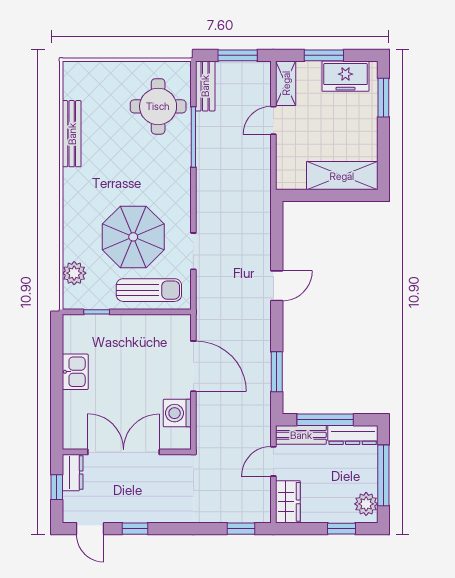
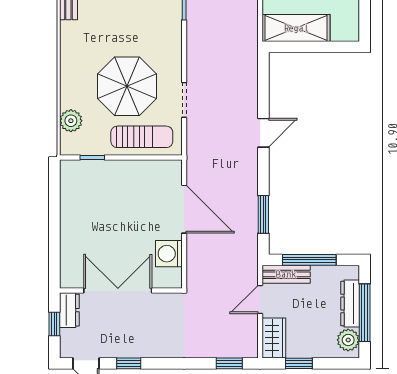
shelving: (342, 176) -> (296, 28), moved
kitchen sink: (75, 372) -> (72, 214), removed
dresser: (353, 435) -> (350, 304), moved, turned 90
window: (342, 529) -> (299, 363), moved

